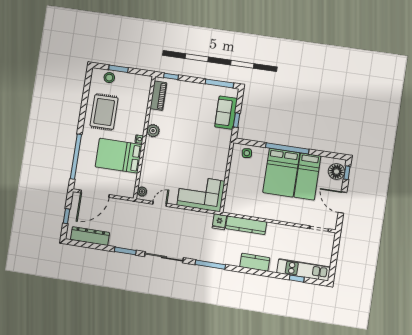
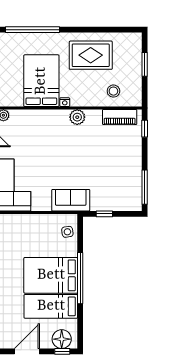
stool: (109, 78) -> (113, 91), moved
sofa: (226, 113) -> (71, 200), moved

